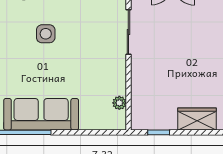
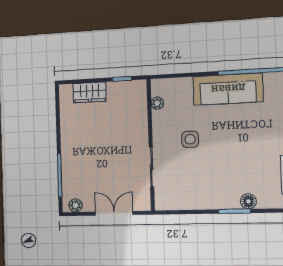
side table: (46, 34) -> (190, 139), moved

